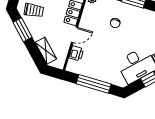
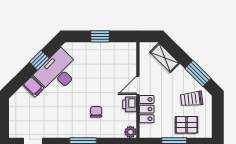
printer: (76, 53) -> (130, 104), moved
window: (94, 84) -> (100, 36), width x0.46

